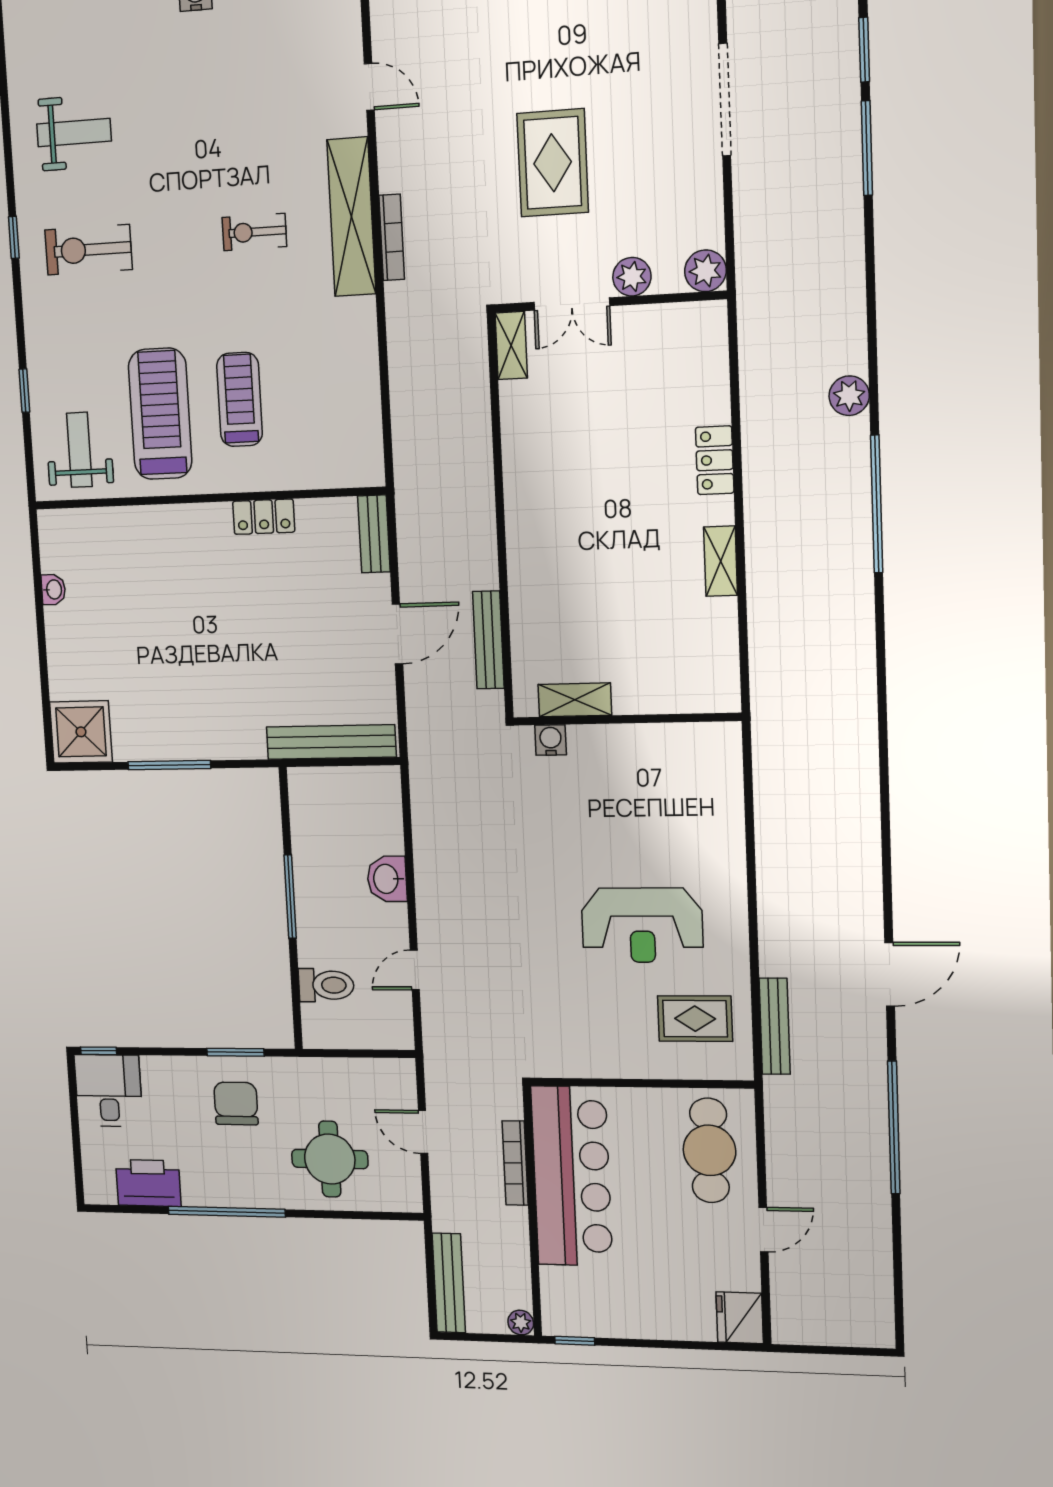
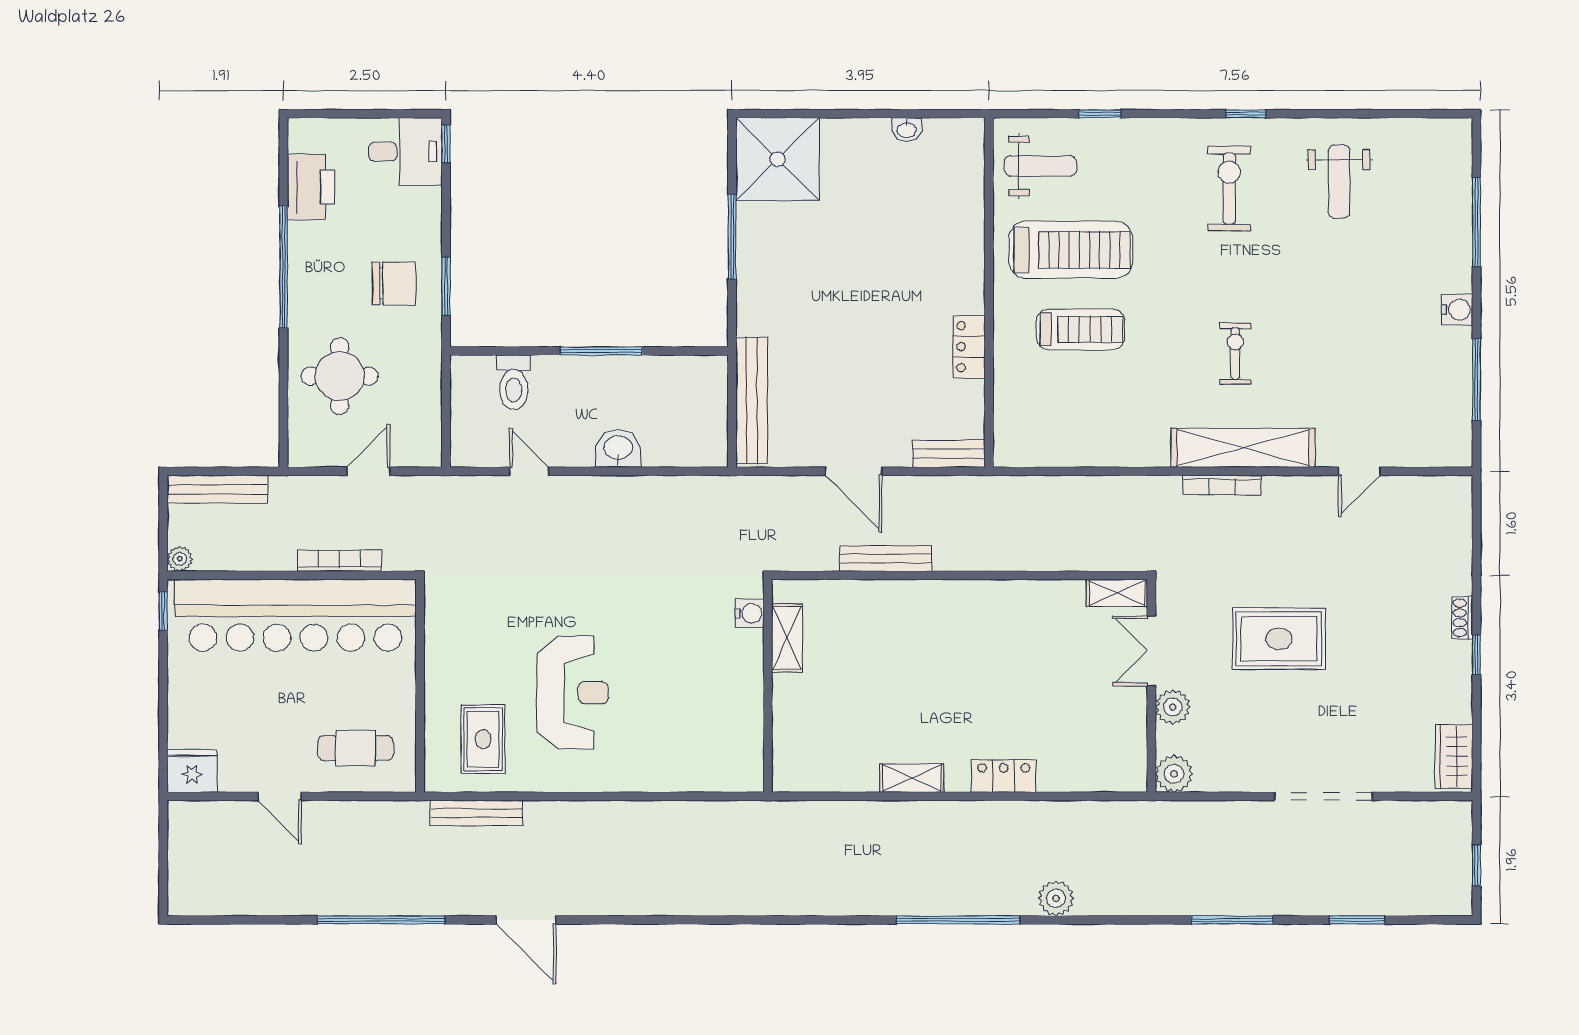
window: (867, 148) -> (1232, 920), moved
bench: (488, 640) -> (886, 559), moved
shower: (81, 732) -> (777, 159), width x1.37, depth x1.37
reception desk: (642, 925) -> (573, 693), turned 180
cafe table: (709, 1150) -> (356, 748), width x0.73, depth x0.74
bar counter: (572, 1176) -> (295, 615), width x1.36

